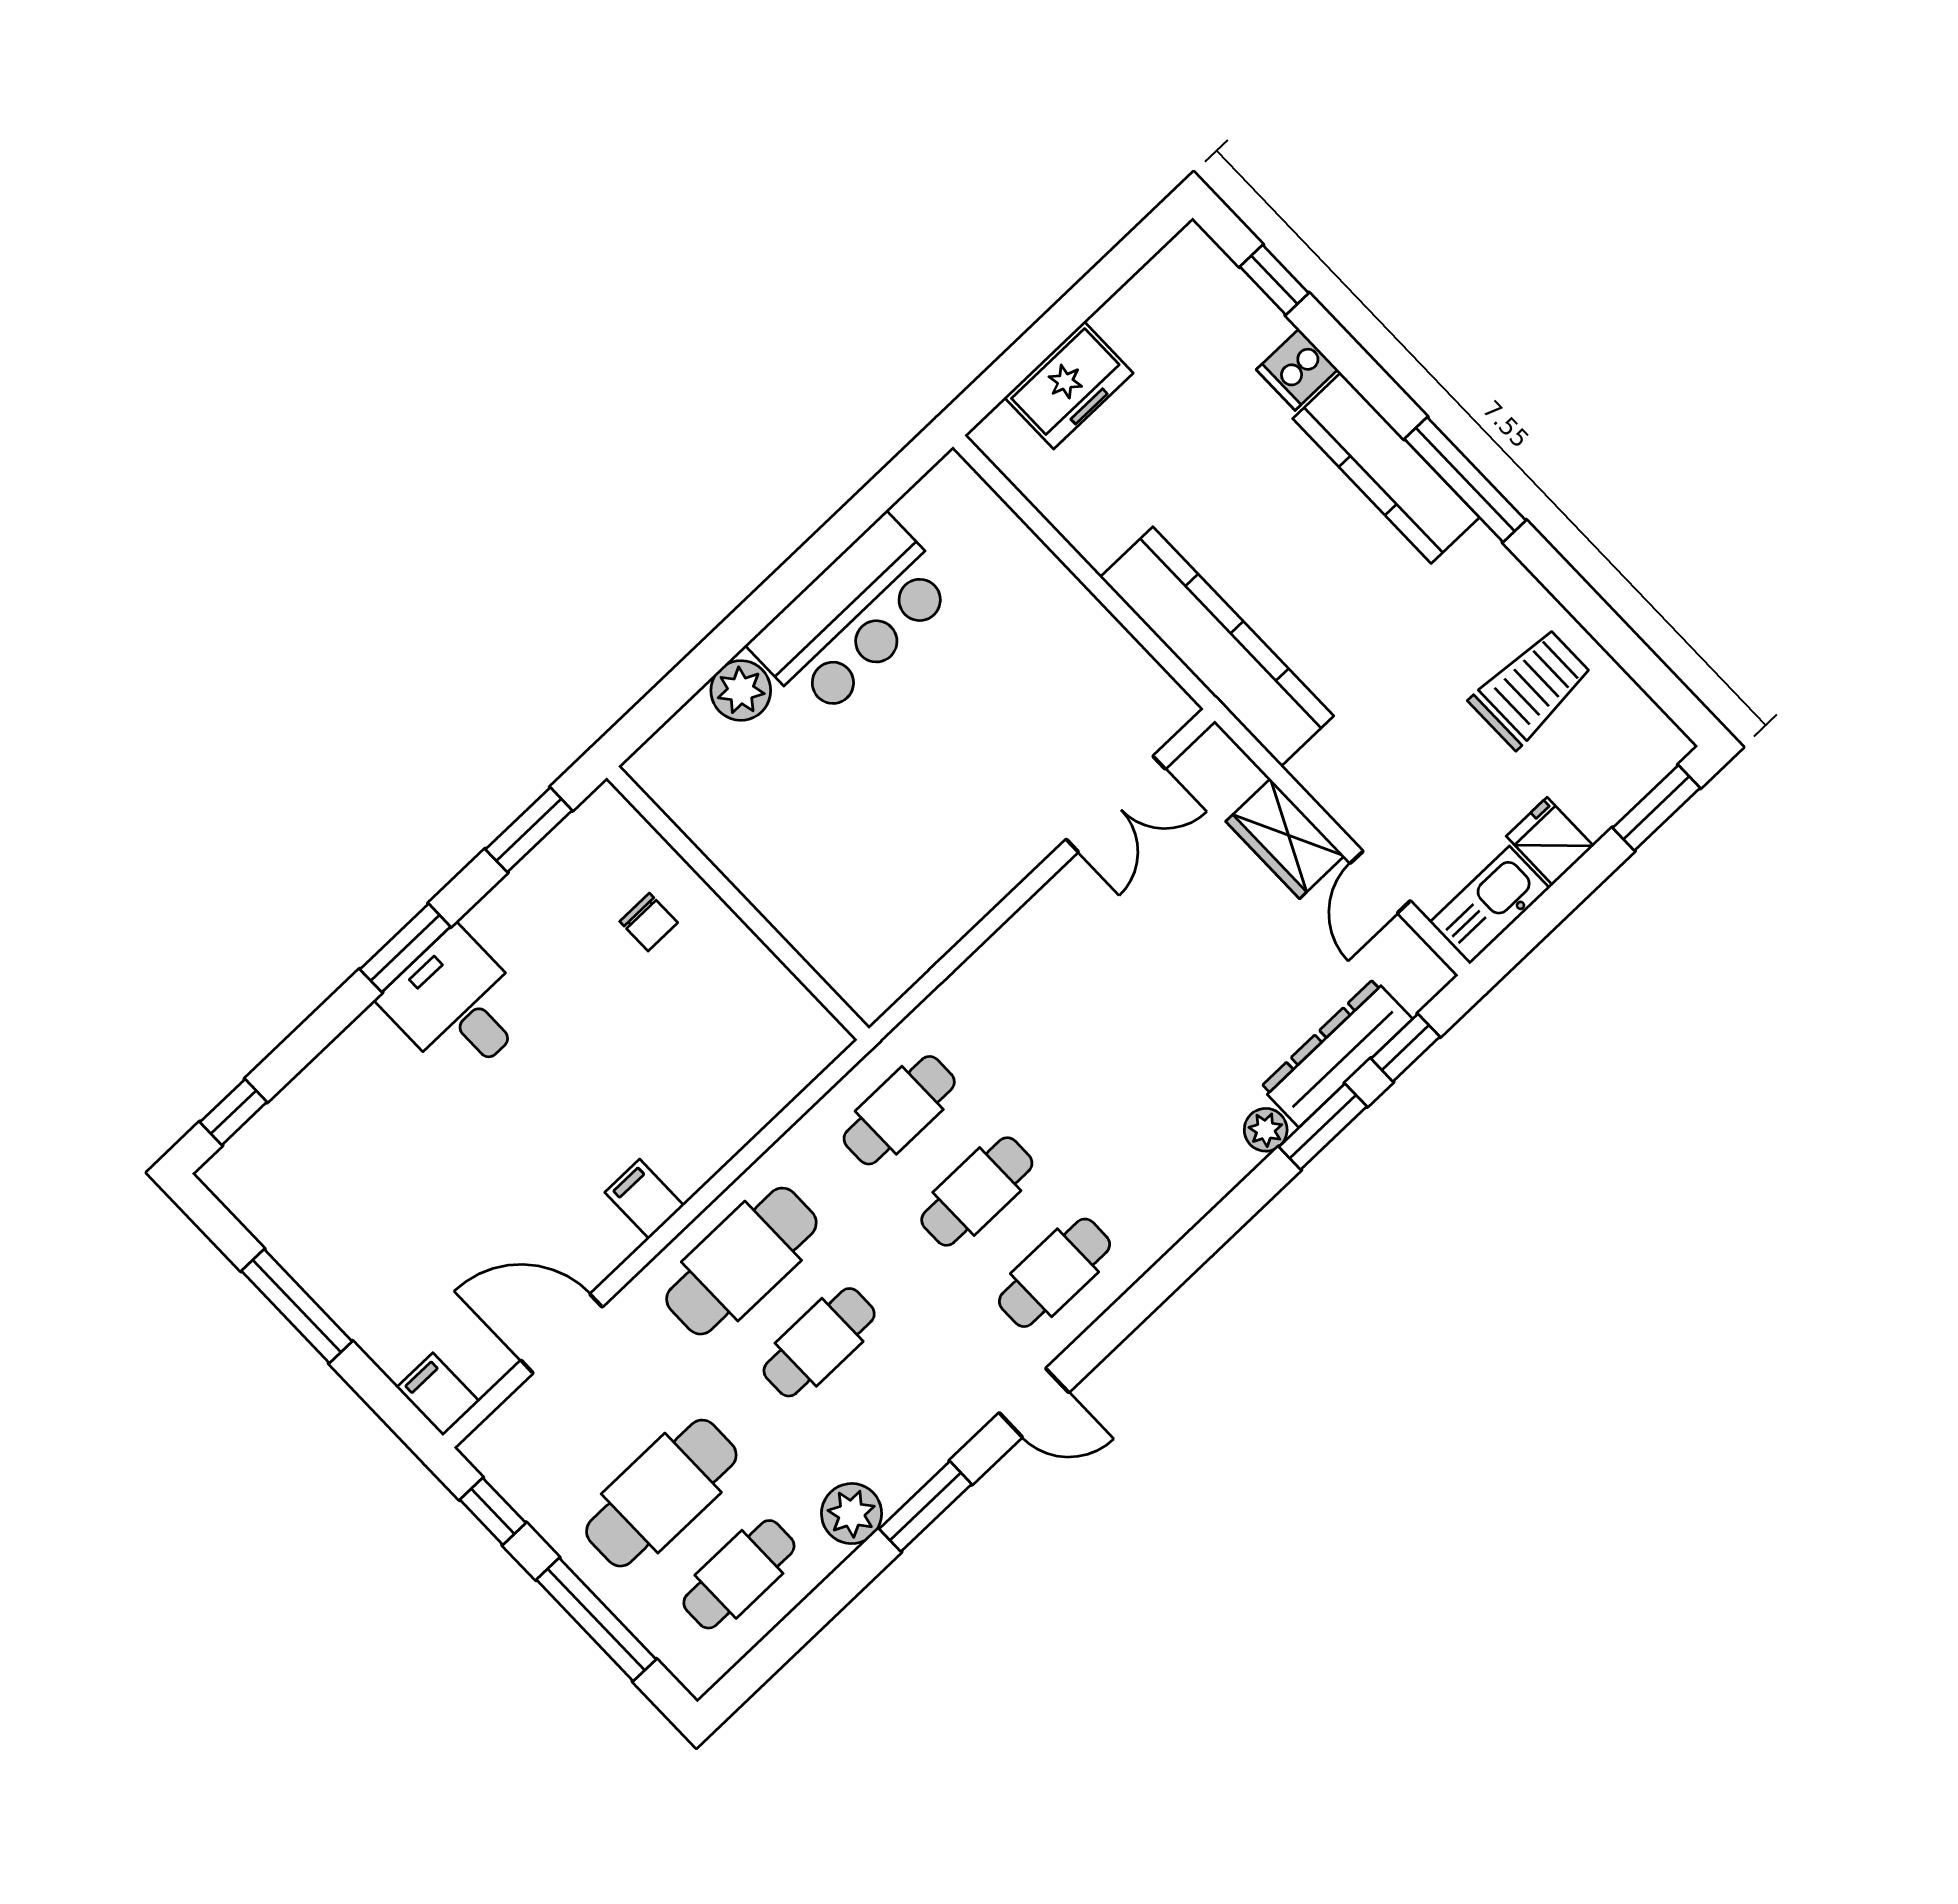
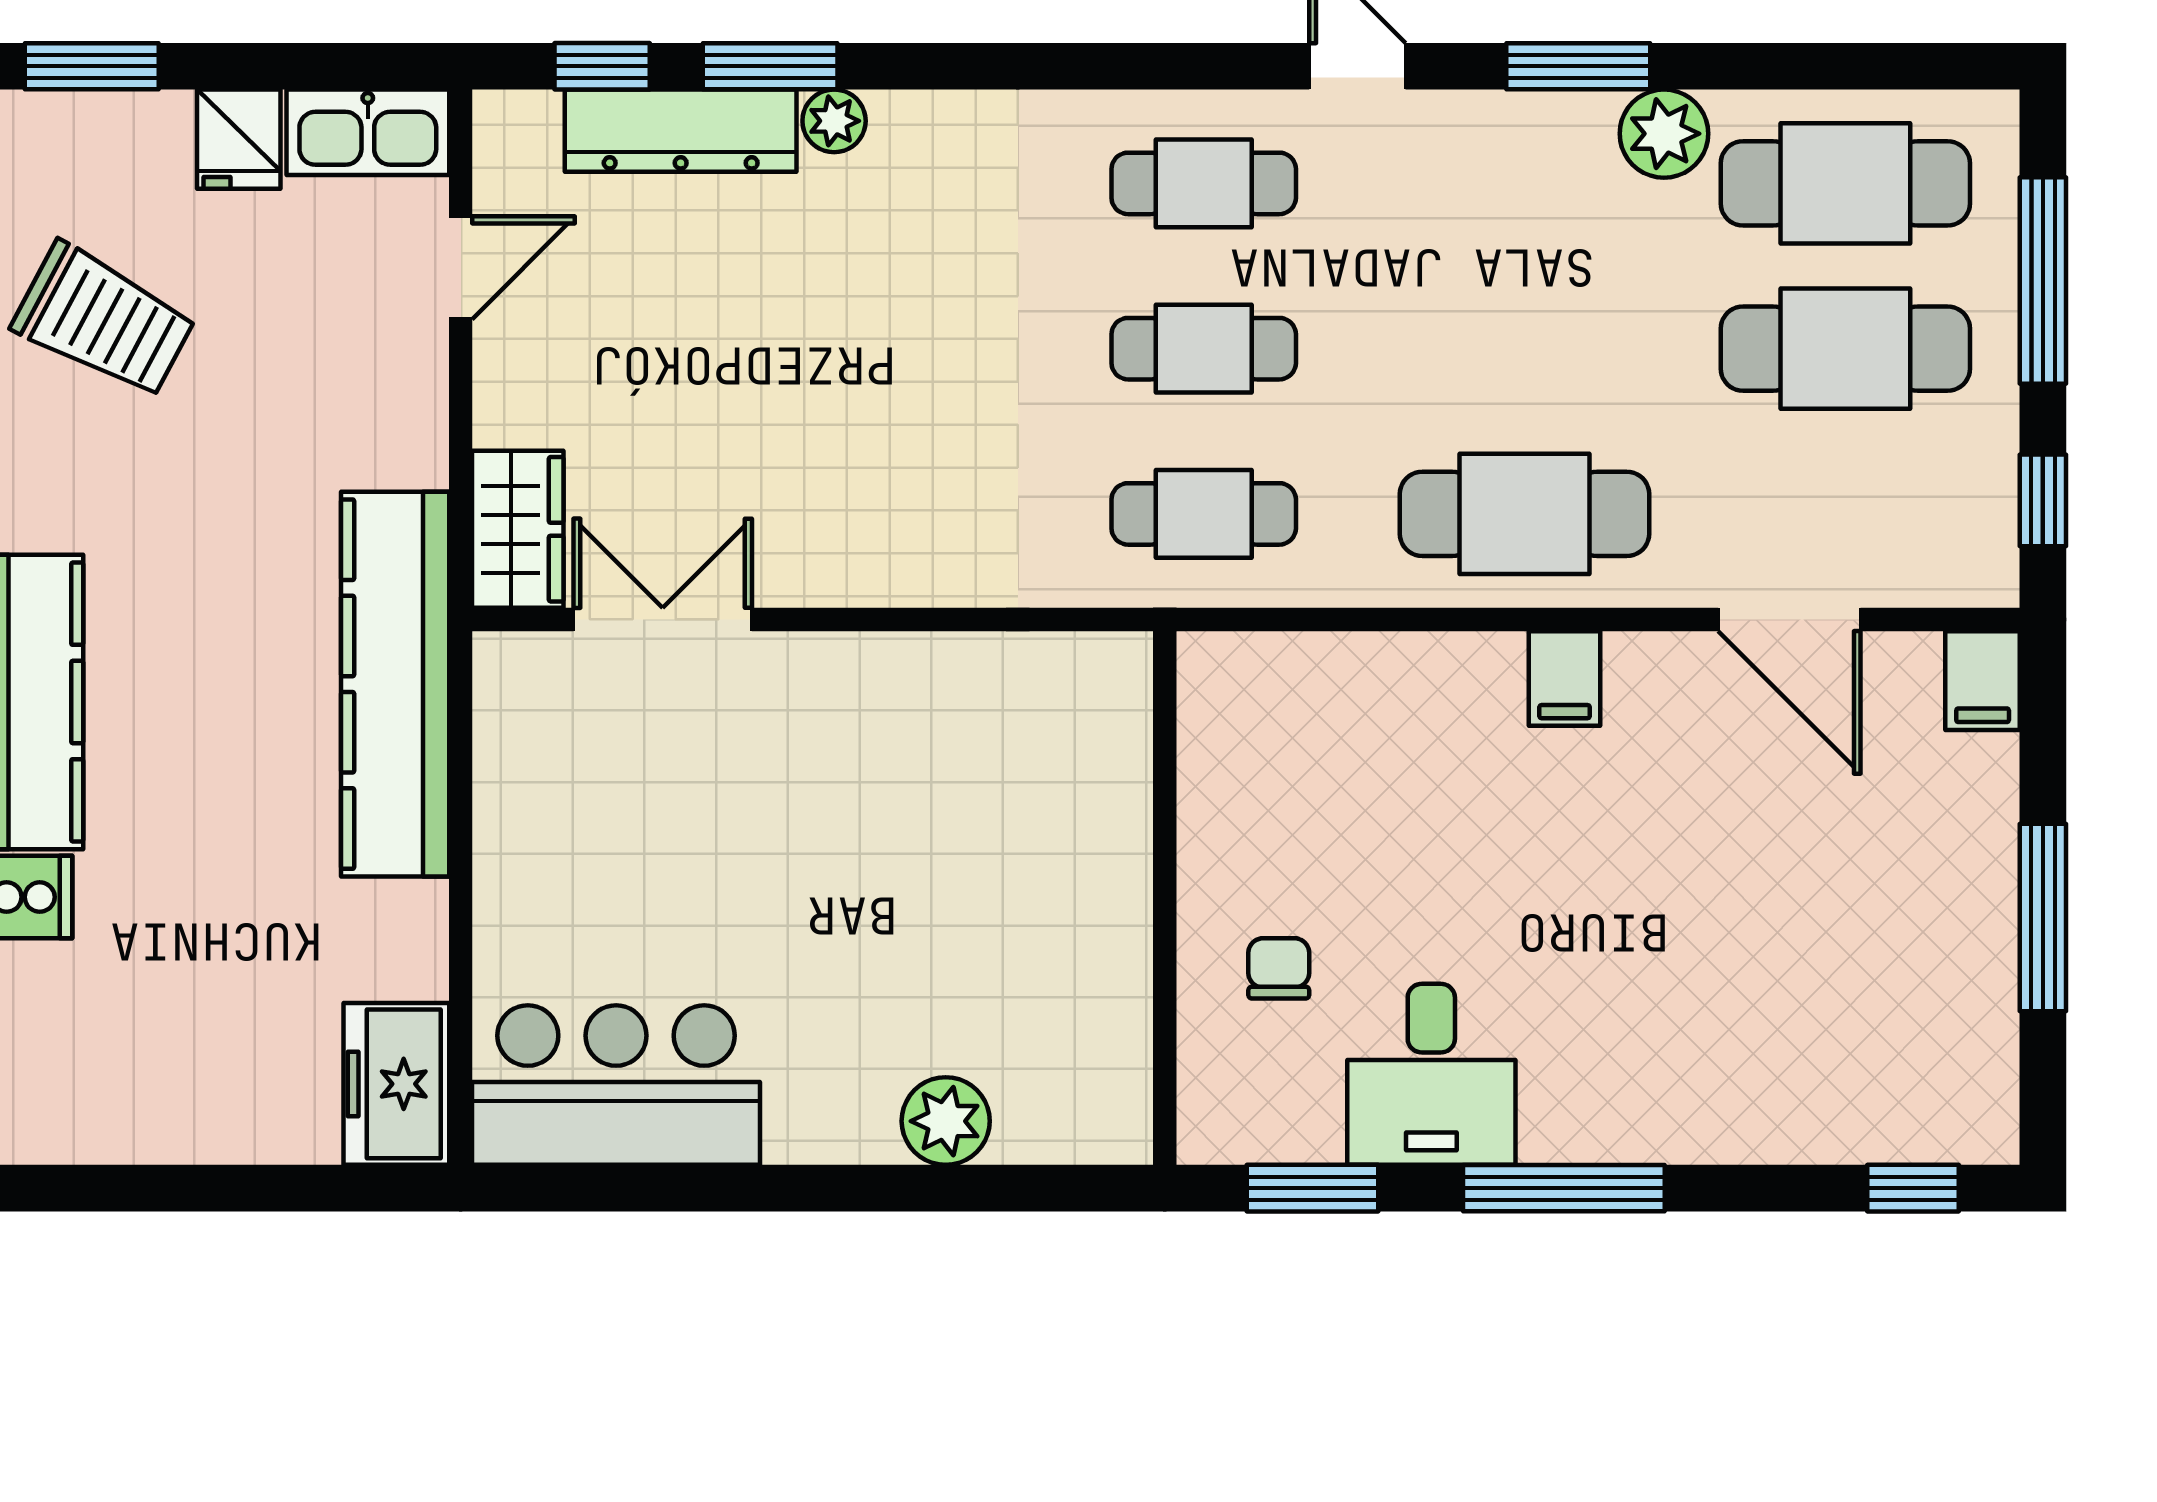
freezer: (1069, 385) -> (396, 1084), moved, turned -90
bar counter: (853, 617) -> (616, 1085), moved
trolley: (1531, 688) -> (104, 321), turned -152
wardrobe: (1285, 839) -> (518, 529), moved
window: (405, 948) -> (1564, 1188), width x1.44
desk: (457, 1005) -> (1431, 1074), moved
cafe table: (819, 1342) -> (1525, 349), removed
cafe table: (739, 1574) -> (1845, 183), width x1.37, depth x1.35

